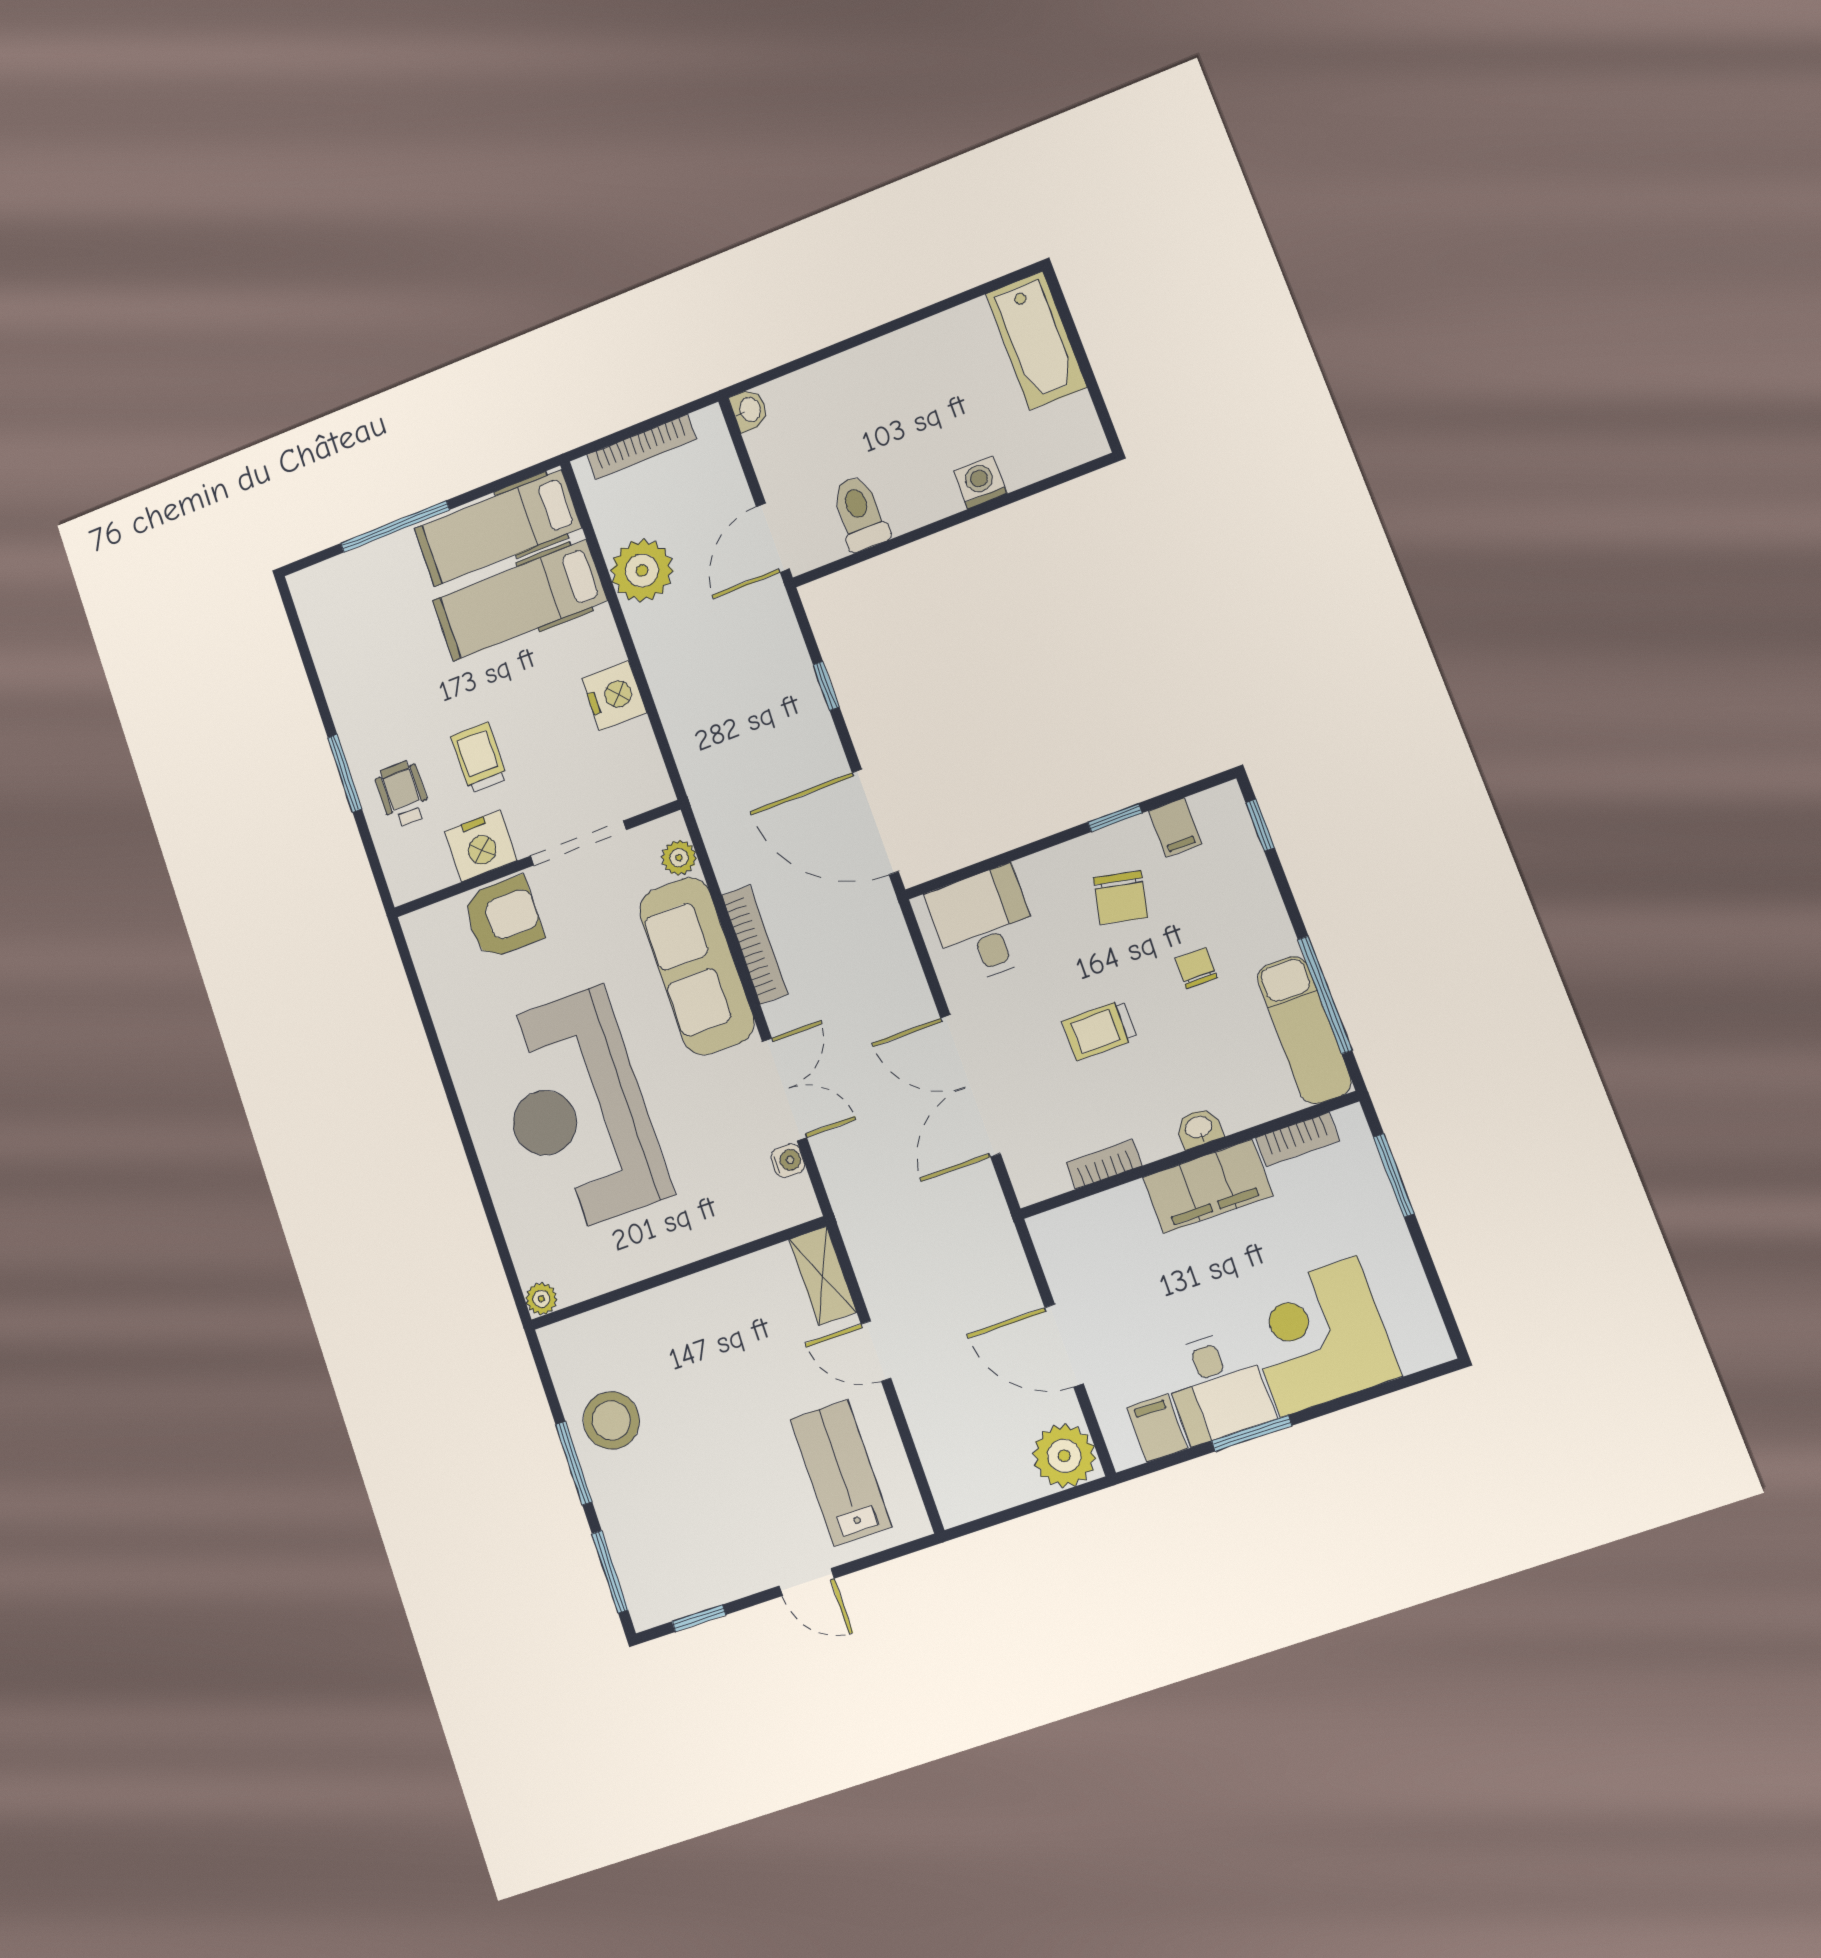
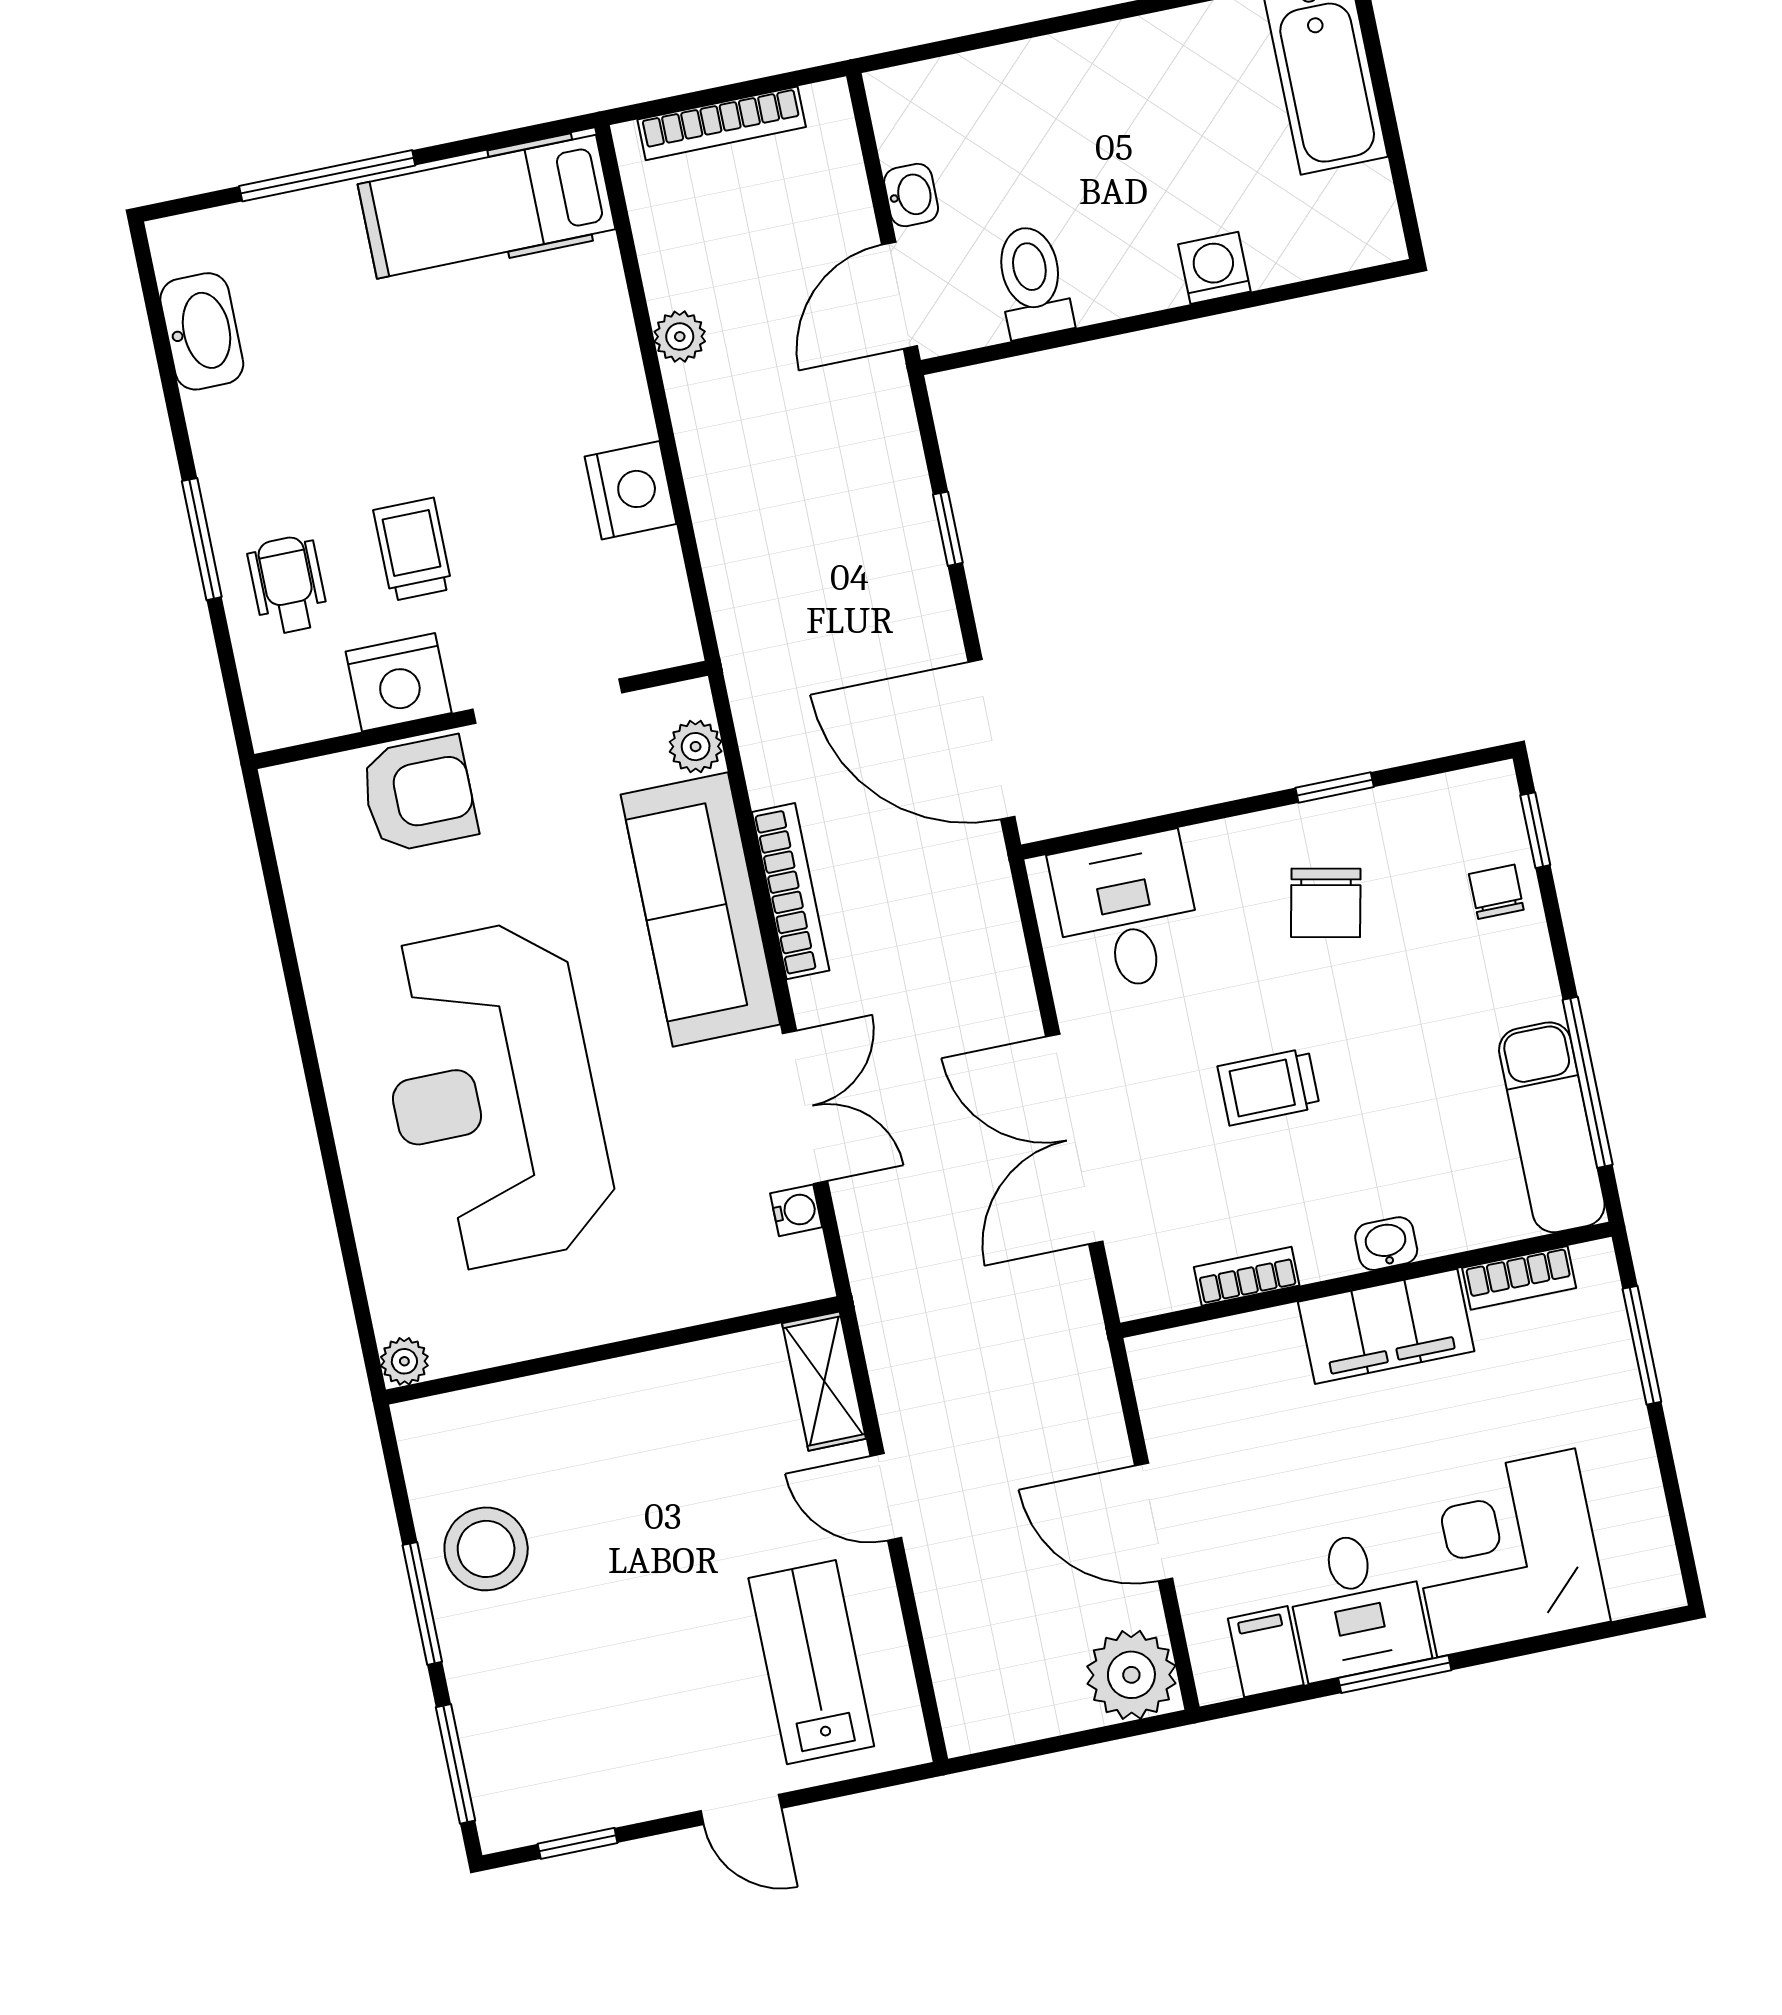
washbasin: (749, 410) -> (911, 195), moved
plant: (642, 571) -> (680, 337), width x0.53, depth x0.53
hospital bed: (520, 600) -> (506, 323), removed
washbasin: (329, 640) -> (202, 331), added
filing cabinet: (1175, 827) -> (1417, 815), removed
chair: (1196, 968) -> (1496, 892), moved

